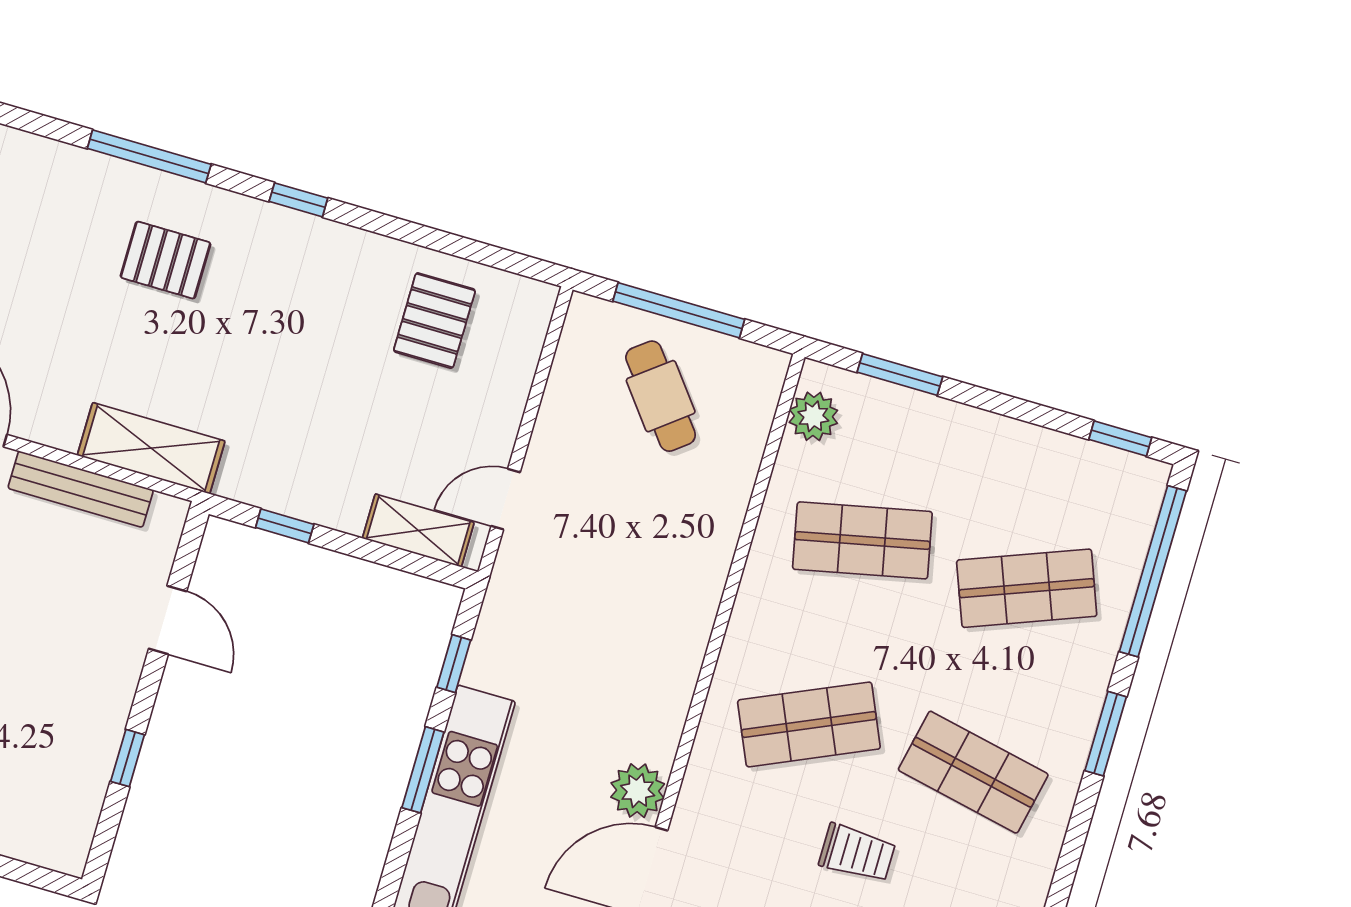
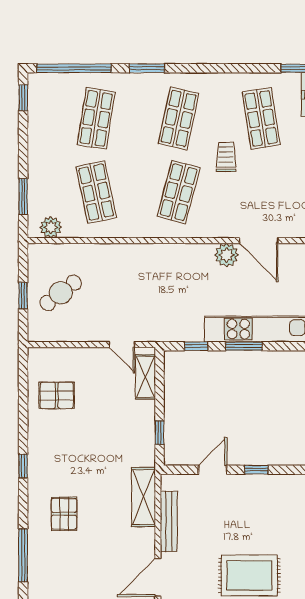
window: (149, 156) -> (23, 555), moved
window: (679, 310) -> (23, 296), width x0.46
shop shelf: (1027, 588) -> (96, 118), turned 30
shop shelf: (809, 724) -> (179, 192), turned 39
window: (128, 758) -> (256, 470), moved

